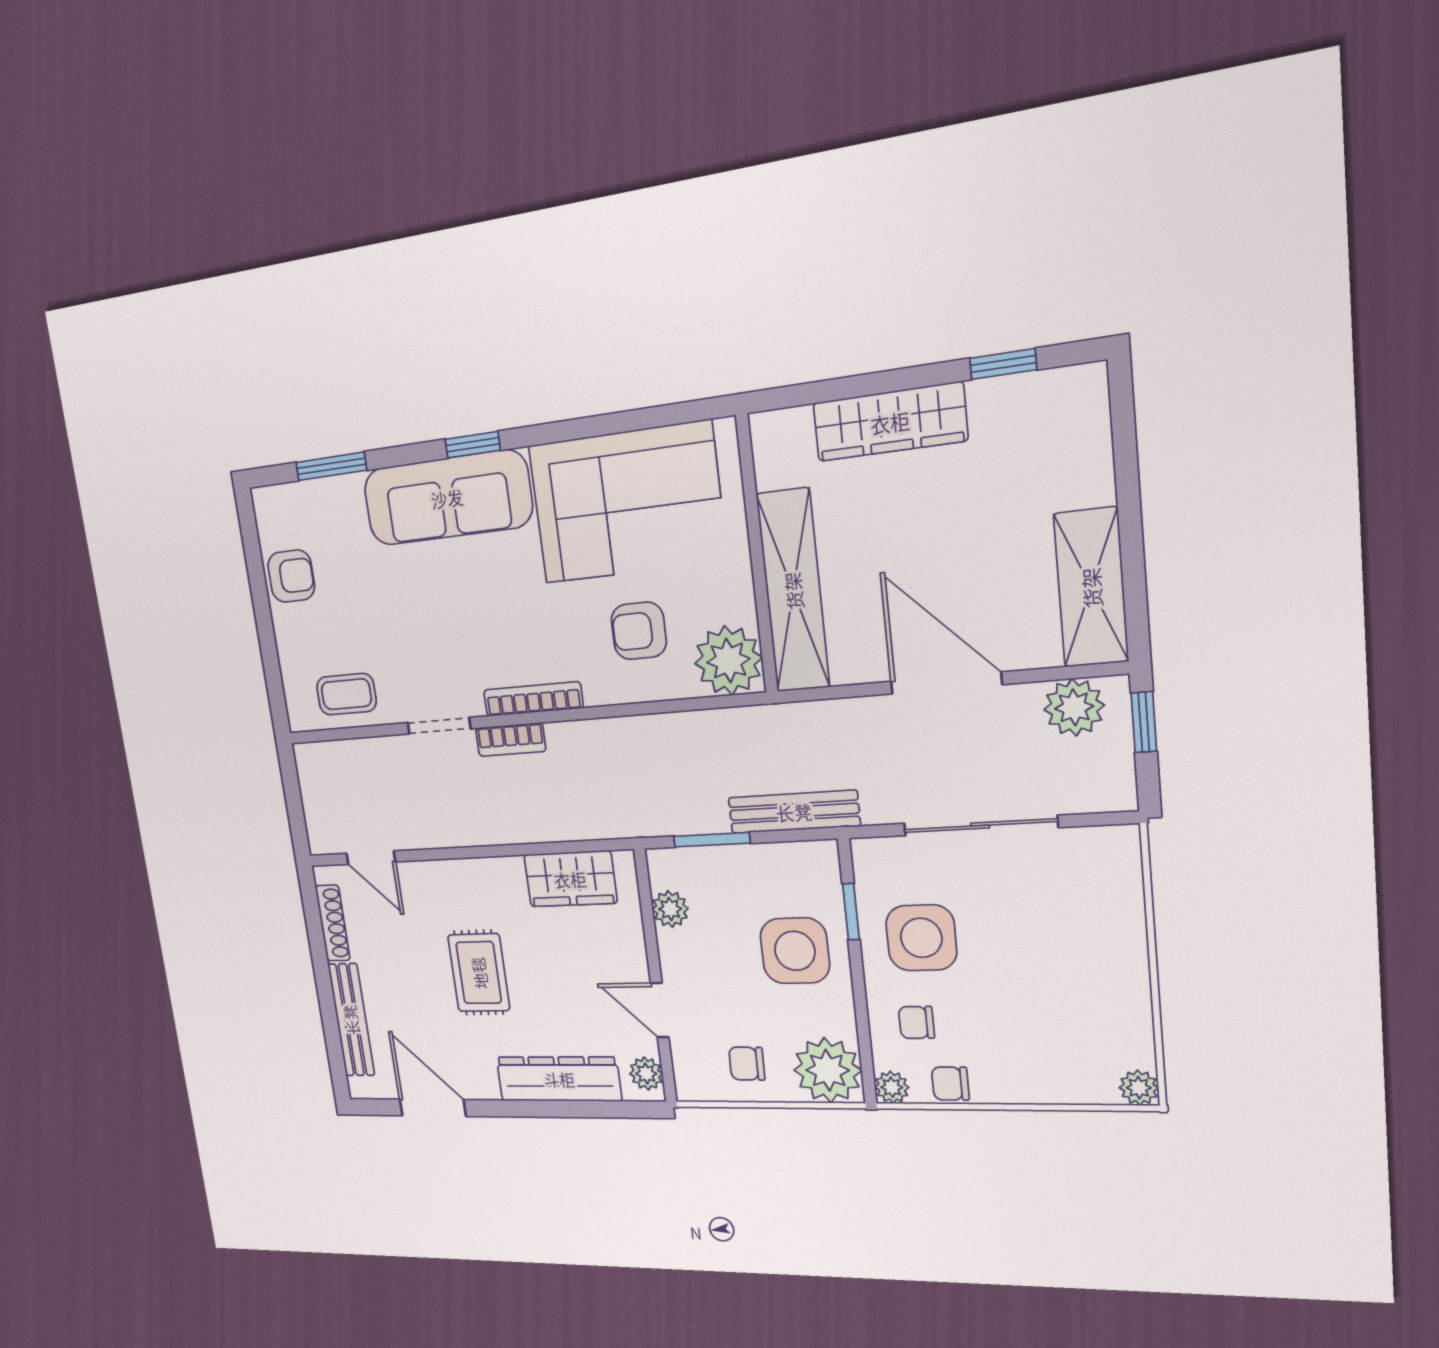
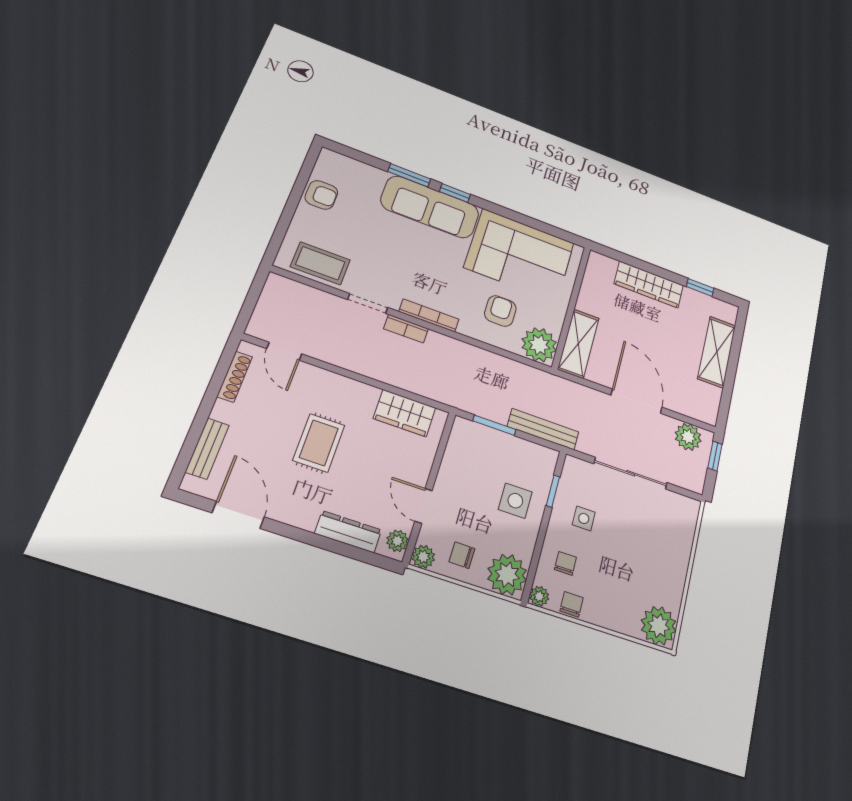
window: (331, 466) -> (409, 175), moved
shelving: (1091, 588) -> (717, 352), moved
shelving: (793, 591) -> (578, 344), width x0.68
armchair: (639, 631) -> (500, 311), turned 90
coffee table: (346, 694) -> (320, 263), width x1.36, depth x1.30
plant: (670, 909) -> (423, 557), moved
side table: (921, 938) -> (584, 518), width x0.54, depth x0.54
side table: (795, 951) -> (515, 501), width x0.73, depth x0.73
bench: (351, 1020) -> (207, 449), width x0.73
chair: (916, 1022) -> (565, 563), turned 90
dresser: (559, 1079) -> (348, 532), width x0.73, depth x0.80
chair: (950, 1084) -> (571, 604), turned 90
plant: (1139, 1088) -> (659, 626), width x1.88, depth x1.88

